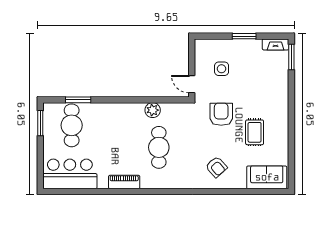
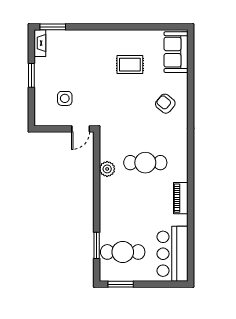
armchair: (221, 114) -> (111, 99), removed
armchair: (216, 167) -> (165, 104), turned -98

